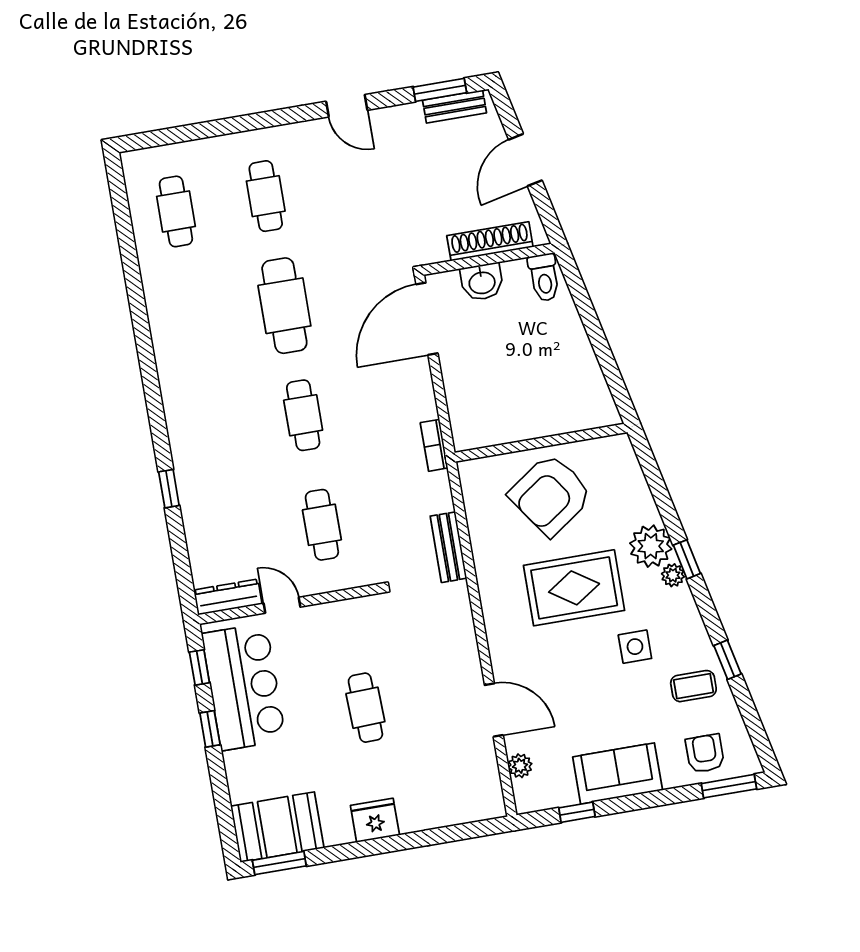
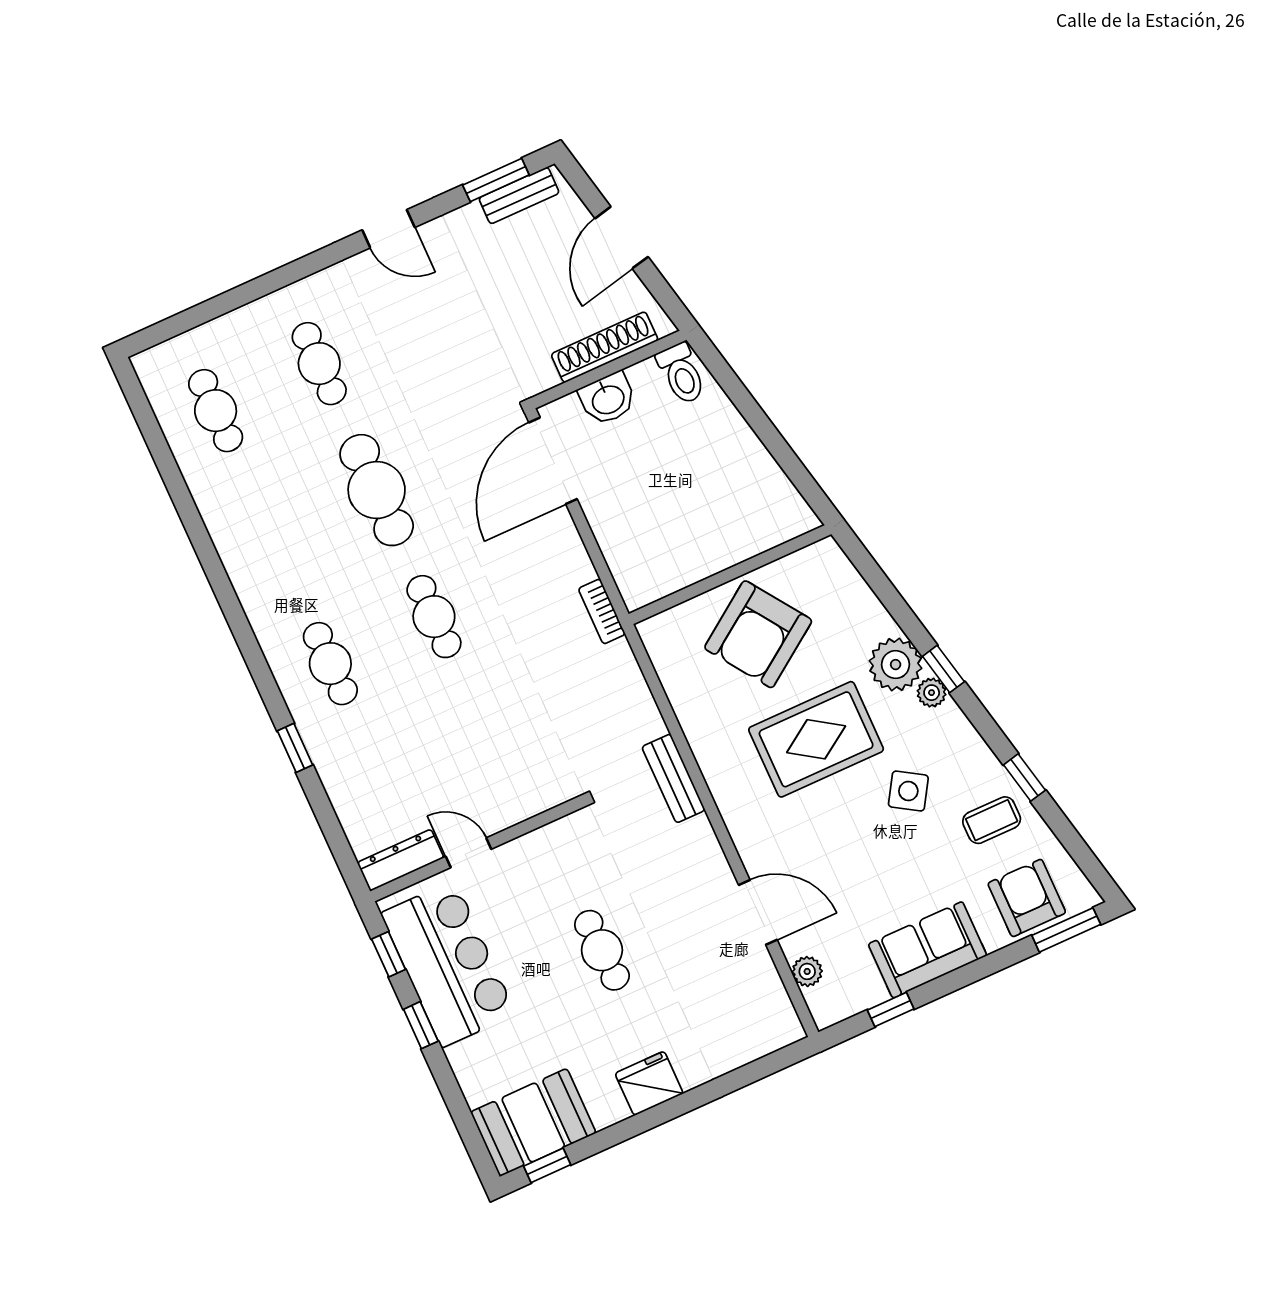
cafe table: (322, 525) -> (330, 664), moved
bench: (448, 547) -> (673, 778), moved
side table: (635, 647) -> (908, 791), turned 32
armchair: (705, 753) -> (1027, 898), width x1.38, depth x1.38
window: (279, 863) -> (547, 1165), width x0.67

